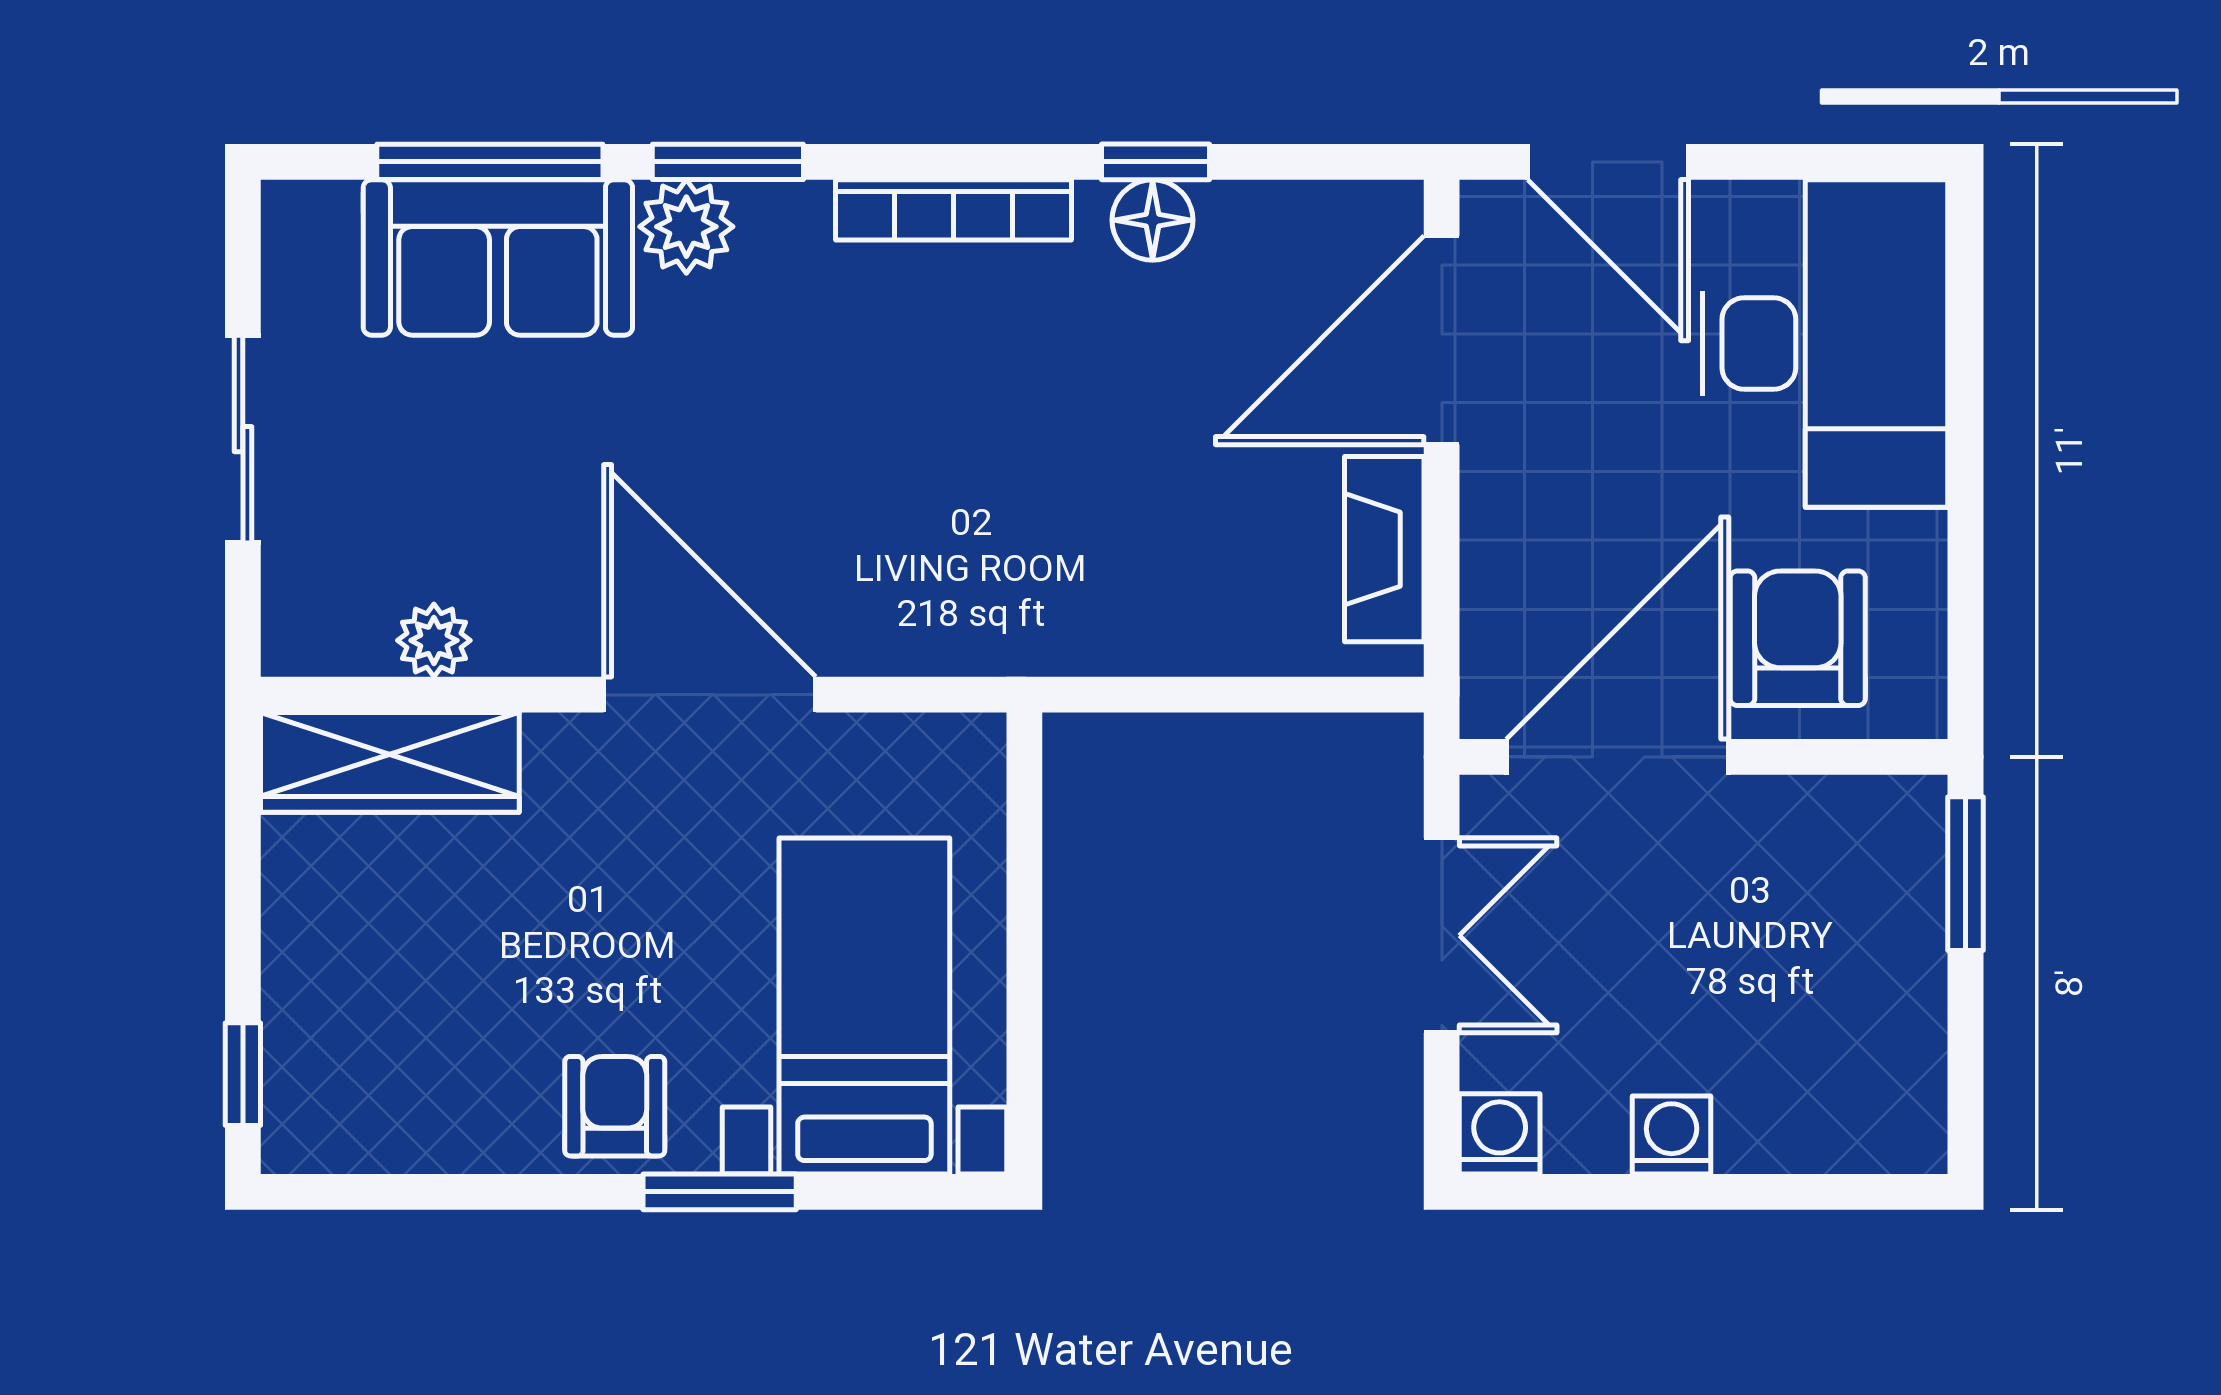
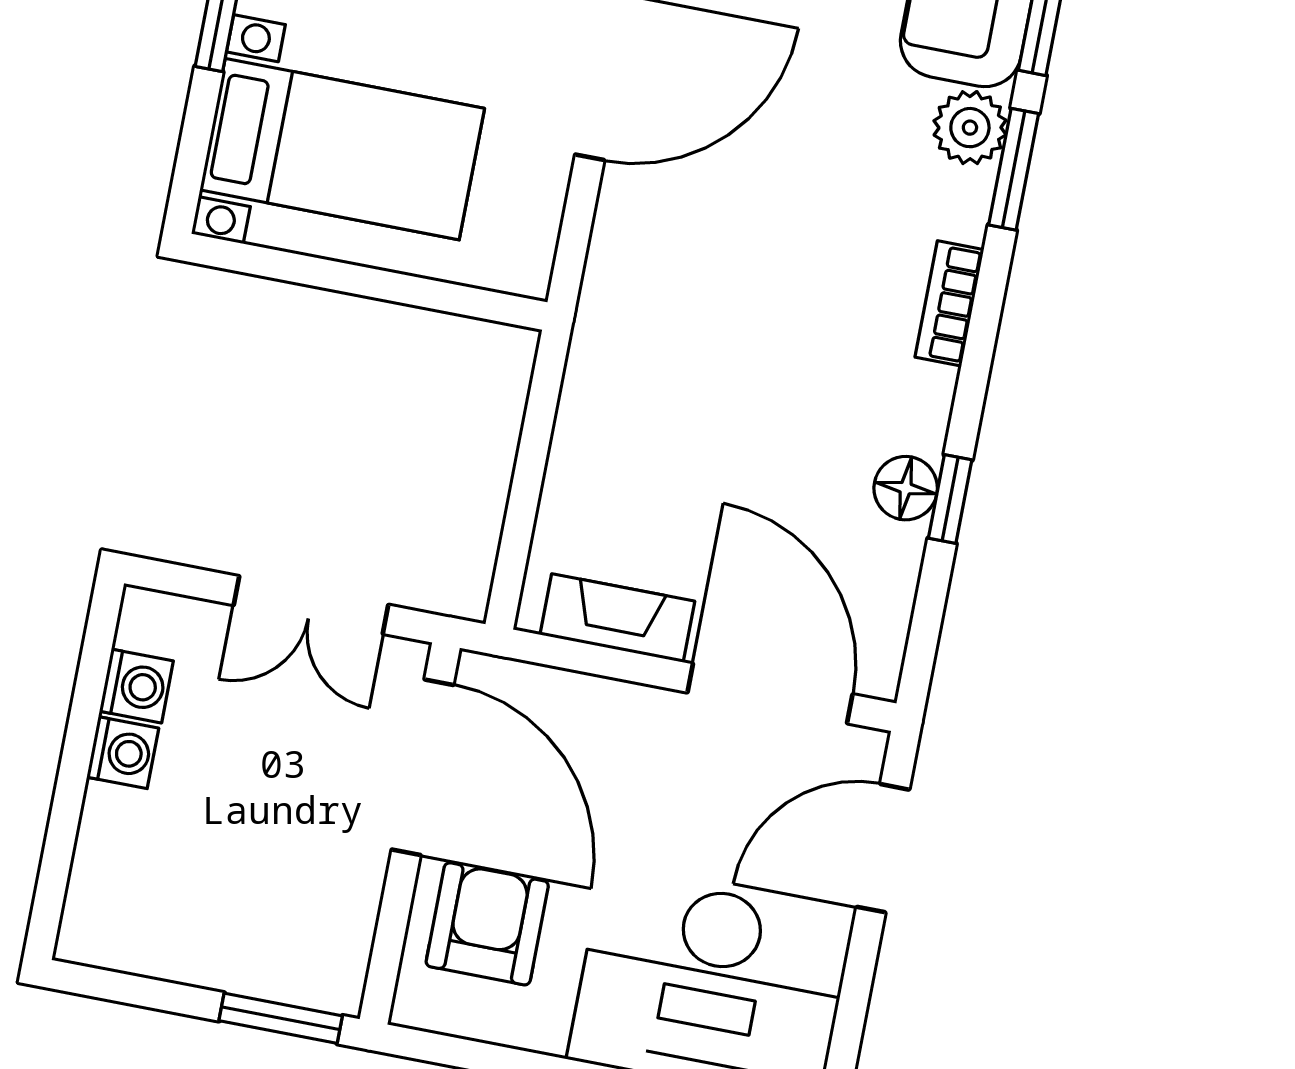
bookcase: (954, 210) -> (949, 303), width x0.64
armchair: (1798, 638) -> (487, 924), turned -90
washing machine: (1500, 1134) -> (136, 686), moved

